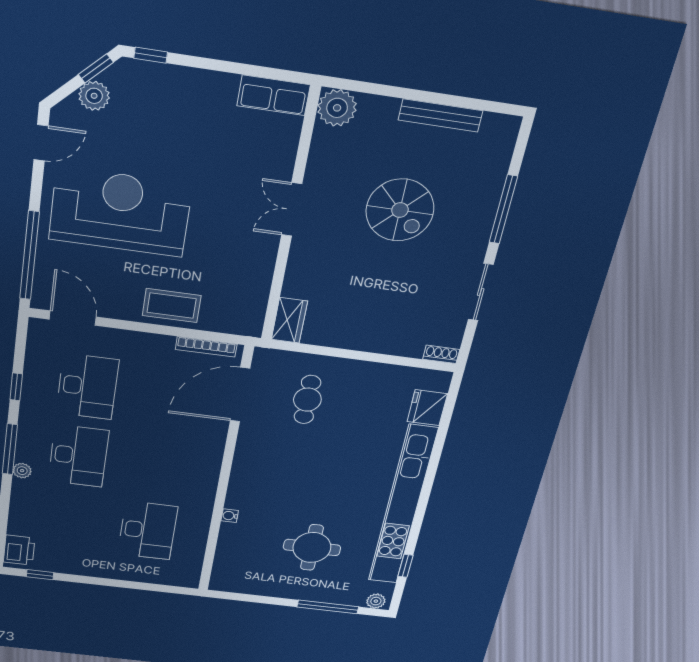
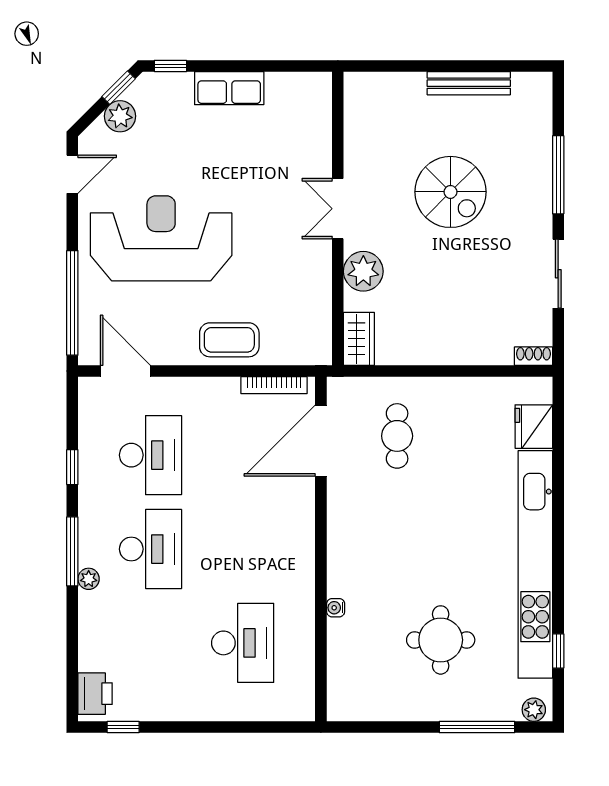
row of seats: (274, 95) -> (229, 88), moved
plant: (337, 108) -> (363, 271), moved

